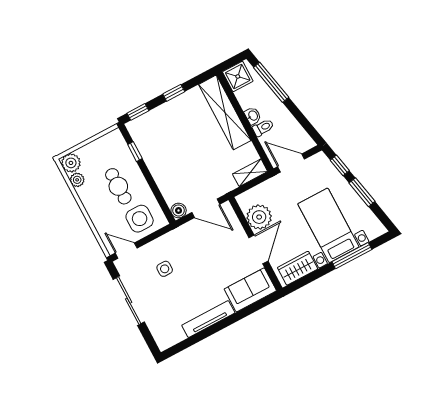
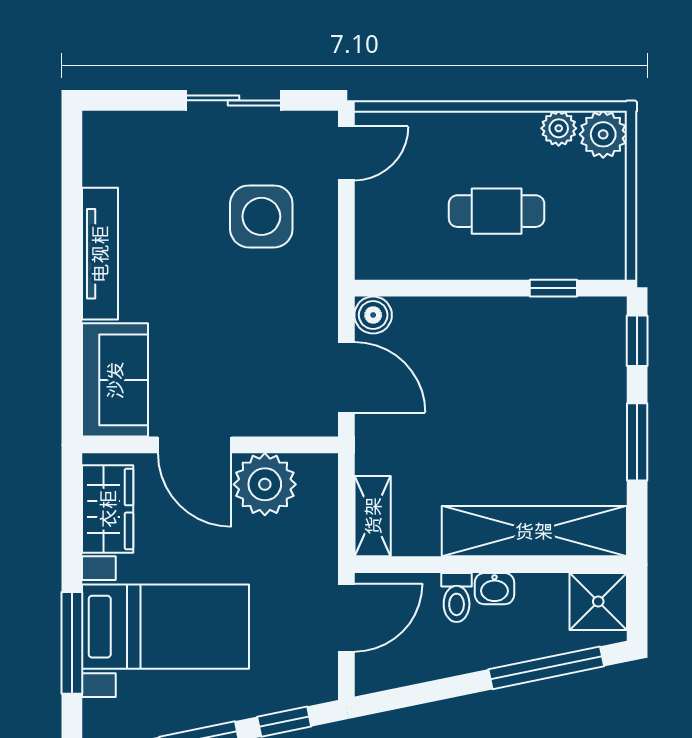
window: (174, 93) -> (637, 442), width x1.50
door: (206, 208) -> (346, 377), swing flipped
side table: (140, 219) -> (401, 220), removed
side table: (165, 269) -> (261, 216), width x1.87, depth x1.87
sliding door: (129, 301) -> (233, 100), width x0.73

